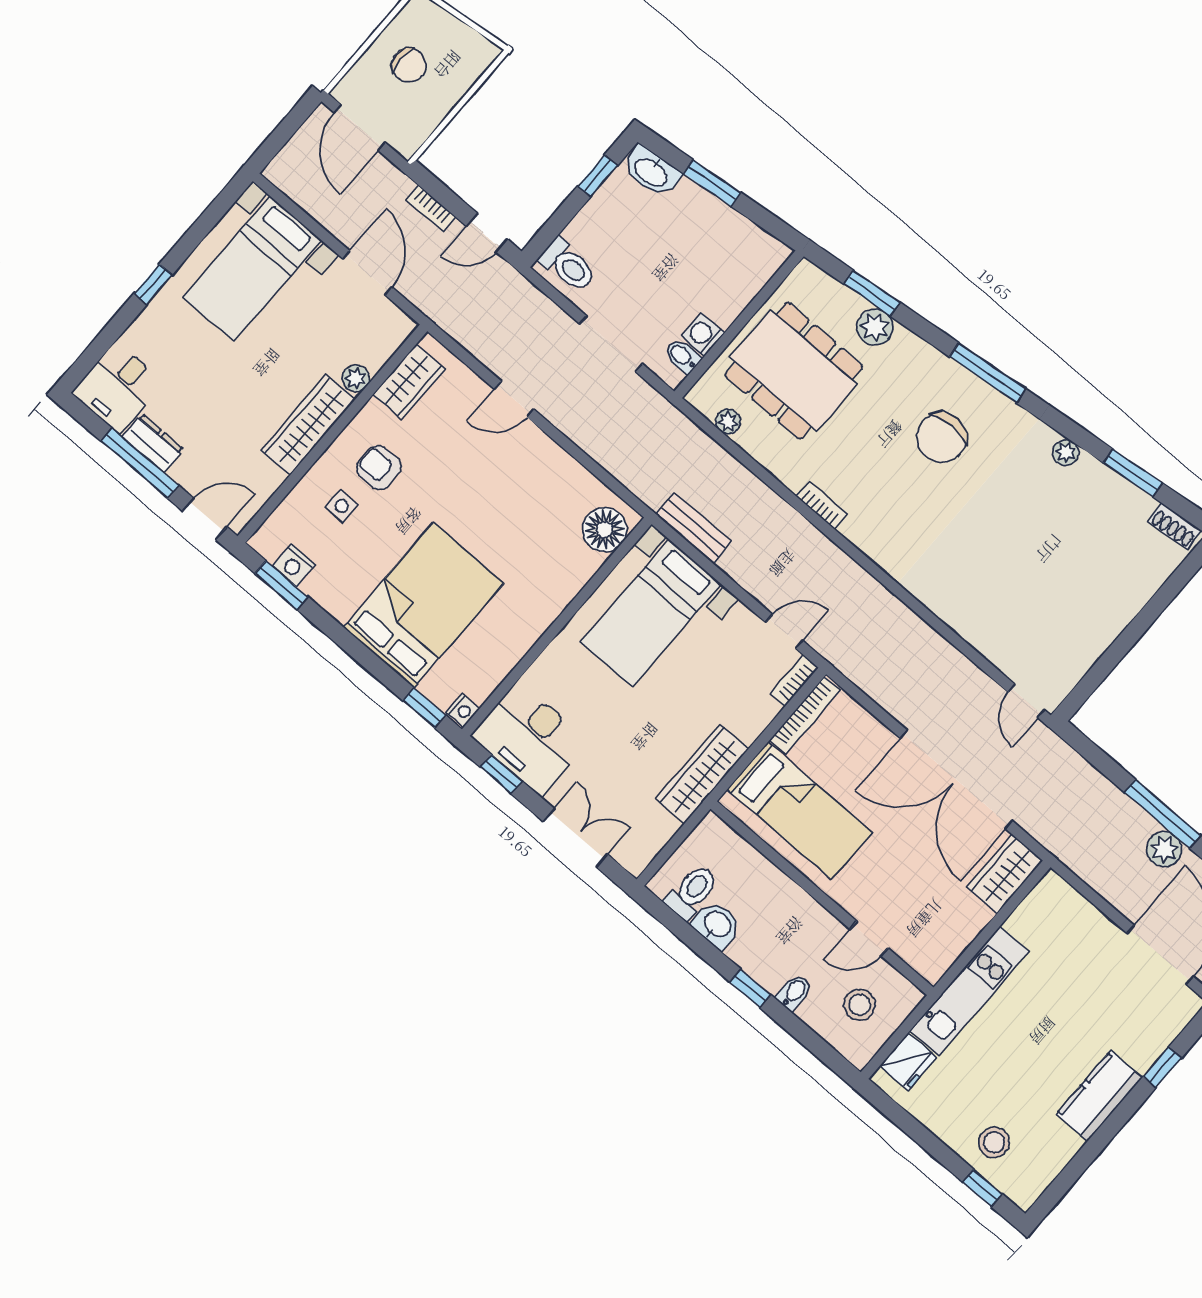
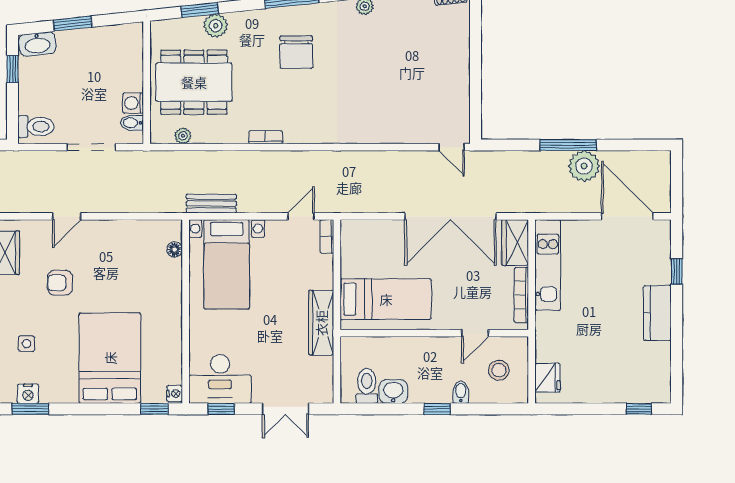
armchair: (379, 468) -> (60, 283), moved
floor lamp: (605, 530) -> (175, 249), width x0.53, depth x0.53
bookcase: (805, 715) -> (521, 295), moved, turned 180
double door: (575, 838) -> (285, 409), swing flipped
plant: (1164, 849) -> (584, 166), width x1.36, depth x1.36
kitchen unit: (970, 991) -> (548, 265), moved
stool: (994, 1142) -> (625, 381), removed

